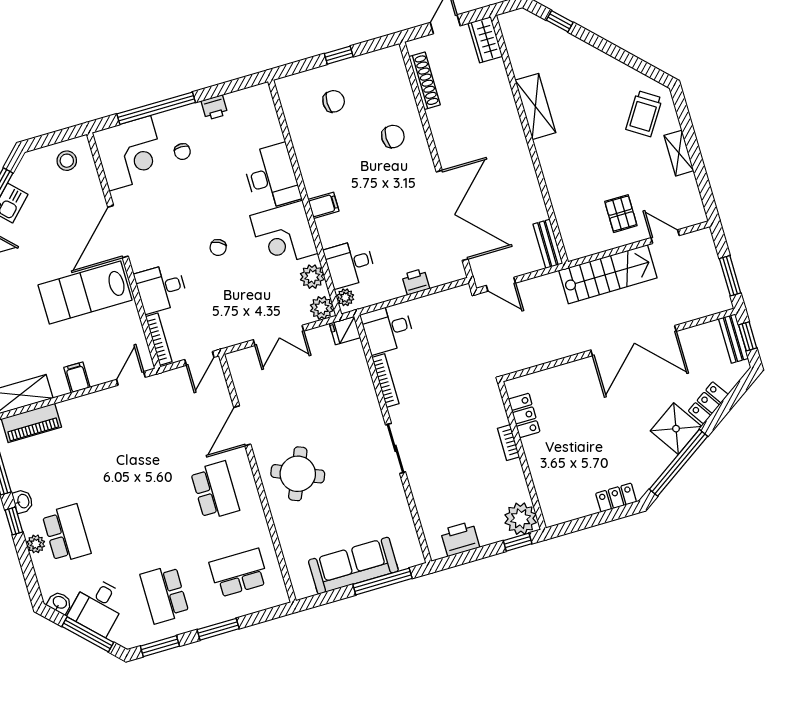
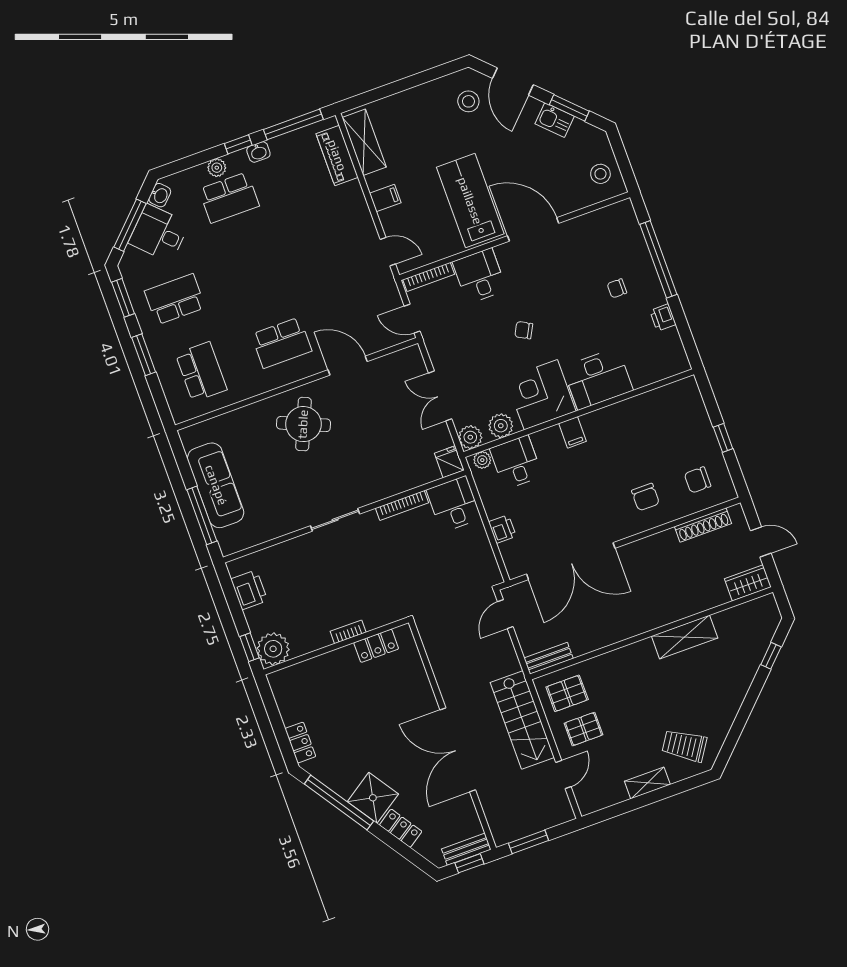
chair: (334, 101) -> (697, 480), moved, turned 90
corner desk: (130, 153) -> (612, 236), removed
pallet: (584, 228) -> (567, 693), added

